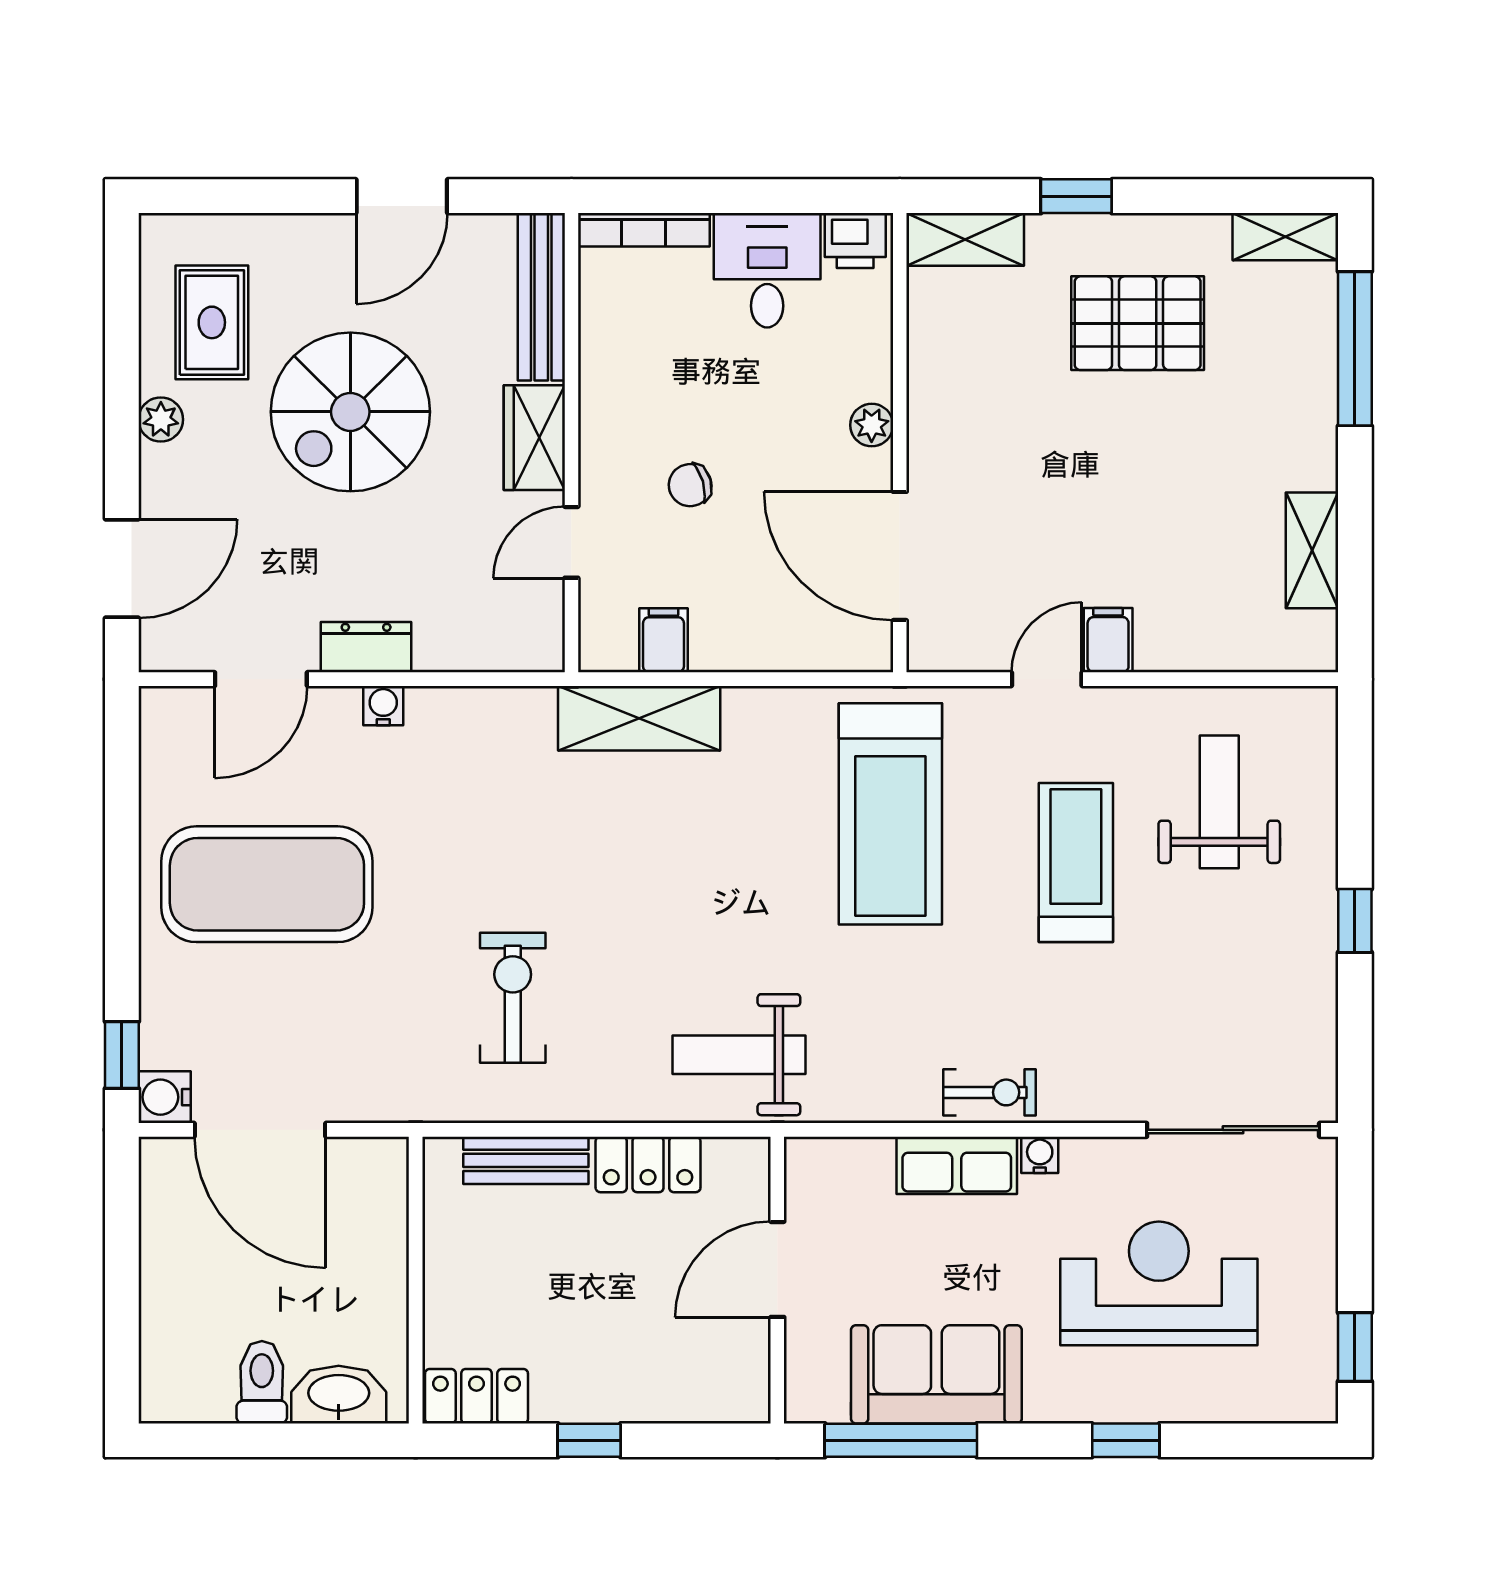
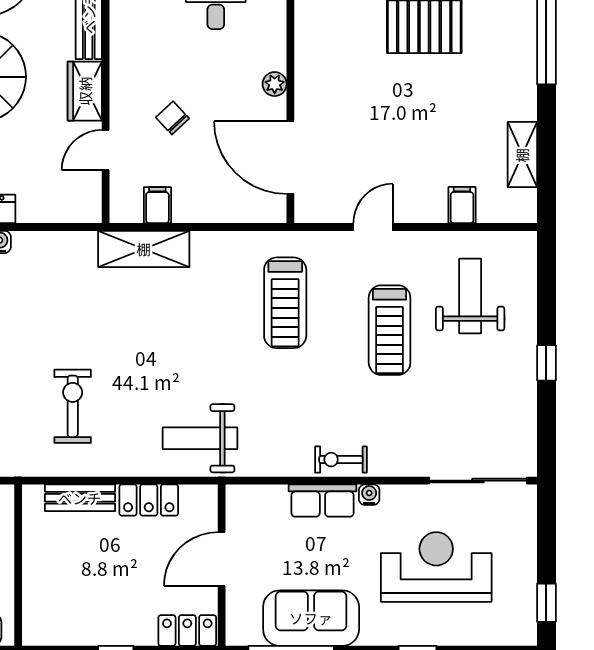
chair: (690, 485) -> (172, 118), turned 63
filing cabinet: (1108, 640) -> (462, 205), moved
treadmill: (890, 814) -> (285, 303), width x0.73, depth x0.73
treadmill: (1076, 862) -> (390, 330), turned 180
exercise bike: (990, 1092) -> (341, 460), turned 180
locker: (476, 1396) -> (187, 630), moved

